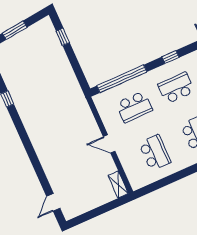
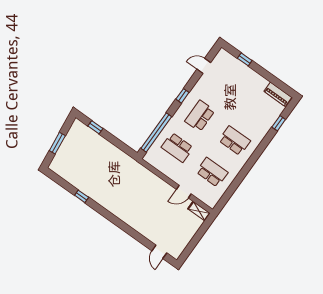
school desk: (134, 107) -> (177, 147), turned 90
door: (109, 144) -> (184, 192), moved

